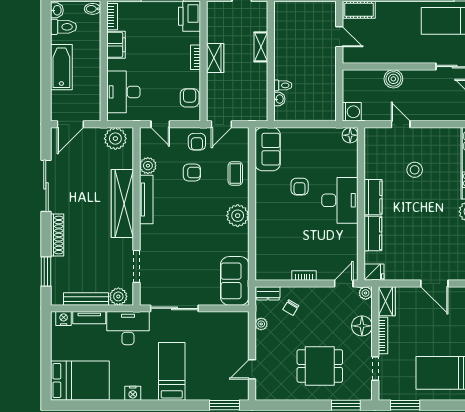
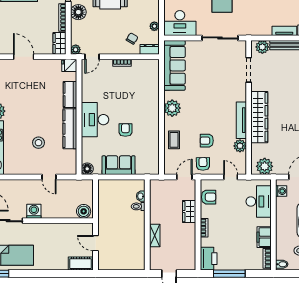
wardrobe: (215, 58) -> (189, 212), moved
boiler: (393, 79) -> (84, 211), moved
armchair: (190, 98) -> (209, 197), turned -90
washing machine: (93, 106) -> (281, 191), added
washing machine: (352, 112) -> (34, 211), moved, turned 90
sofa: (268, 149) -> (119, 165), moved, turned 90
kitchen counter: (373, 197) -> (70, 129), width x1.50
sofa: (235, 281) -> (174, 65), width x1.36
floor lamp: (362, 326) -> (78, 12), moved
desk: (128, 328) -> (180, 23), moved

